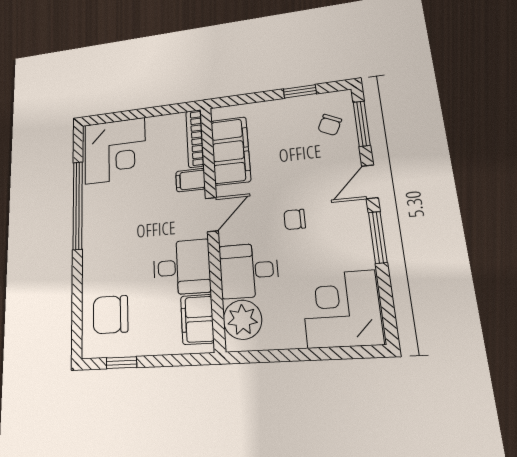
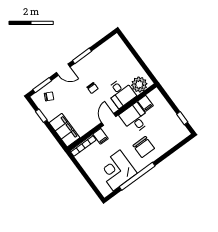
corner desk: (115, 151) -> (117, 170), moved, turned -90
filing cabinet: (231, 151) -> (65, 130), moved, turned 90
door: (212, 214) -> (109, 119), hinge flipped
corner desk: (341, 309) -> (114, 54), removed
chair: (110, 315) -> (144, 147), moved
filing cabinet: (197, 319) -> (146, 103), width x0.50

